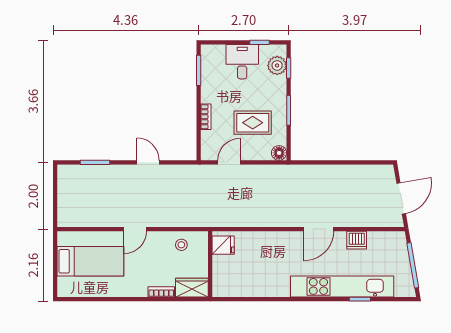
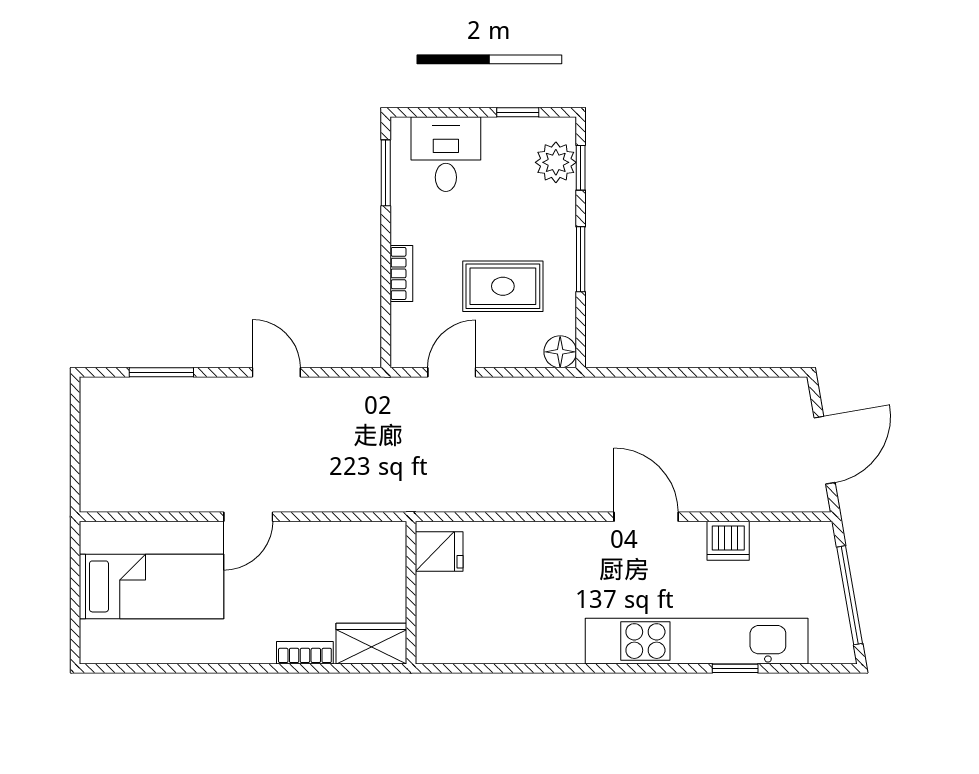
desk: (242, 62) -> (446, 154), moved
door: (319, 229) -> (646, 517), swing flipped
stool: (181, 245) -> (349, 551), removed

